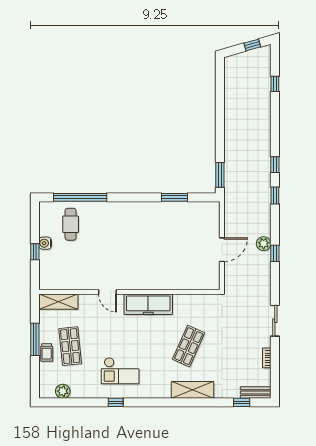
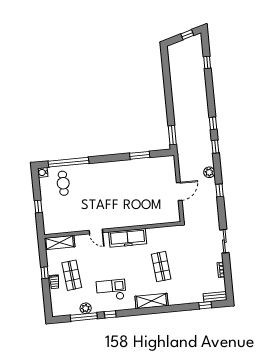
water cooler: (45, 243) -> (43, 172), moved
plant: (264, 244) -> (209, 172), moved
window: (35, 339) -> (45, 273), width x0.46
shop shelf: (189, 346) -> (161, 267), turned -30
checkout: (120, 371) -> (111, 290), turned 180
shelving: (193, 390) -> (152, 301), moved
plant: (63, 391) -> (86, 308), moved
window: (81, 402) -> (84, 317), added

